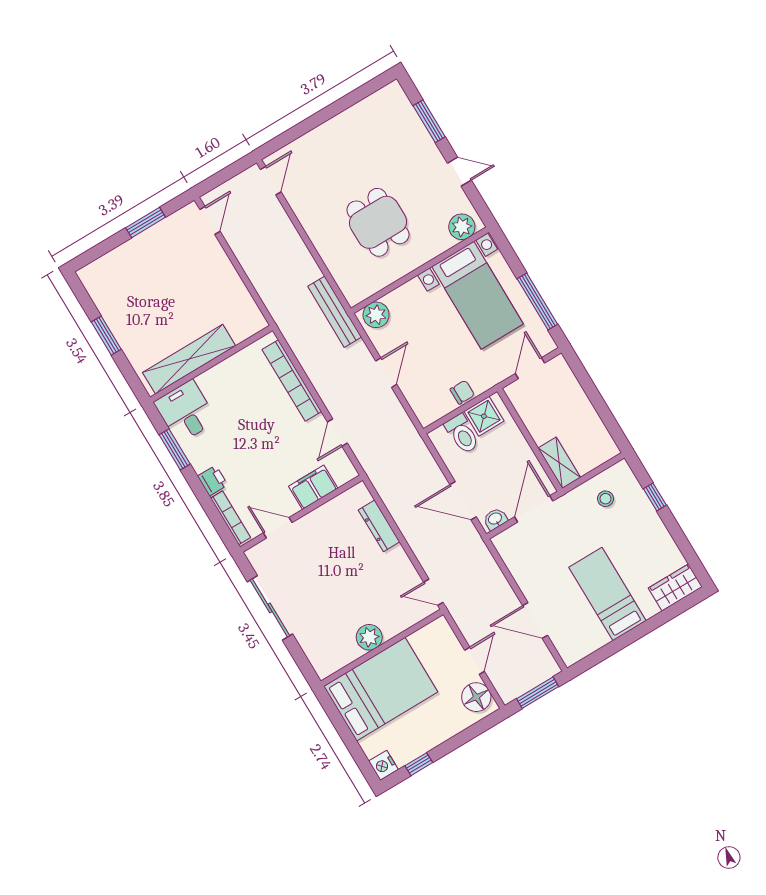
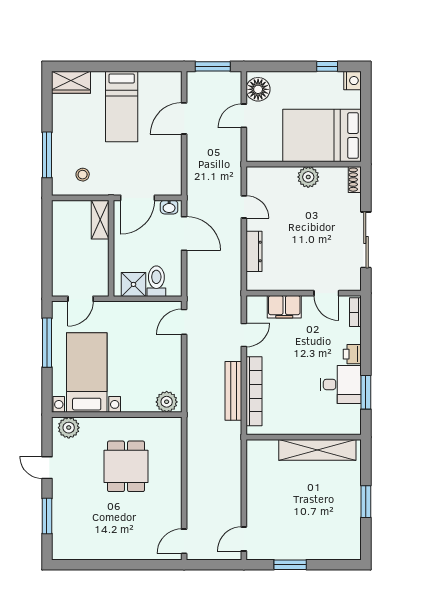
bench: (335, 312) -> (233, 391), moved
door: (386, 373) -> (184, 322), moved
chair: (462, 392) -> (139, 311), removed
desk: (186, 412) -> (341, 384), moved, turned -90
window: (655, 497) -> (47, 155), width x2.17
bookcase: (231, 518) -> (355, 312), width x0.64
door: (433, 592) -> (244, 207), moved
door: (535, 620) -> (184, 118), swing flipped
shoe rack: (319, 664) -> (355, 180), added

